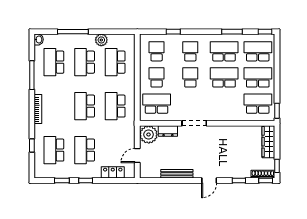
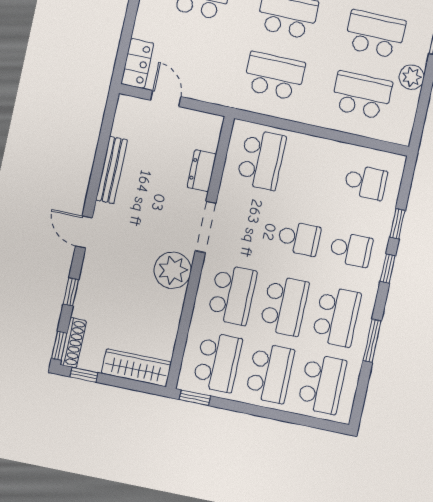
window: (265, 32) -> (388, 269), moved
school desk: (157, 77) -> (232, 295), moved, width x1.85
plant: (149, 135) -> (173, 270), moved
locker: (113, 172) -> (137, 64), moved

